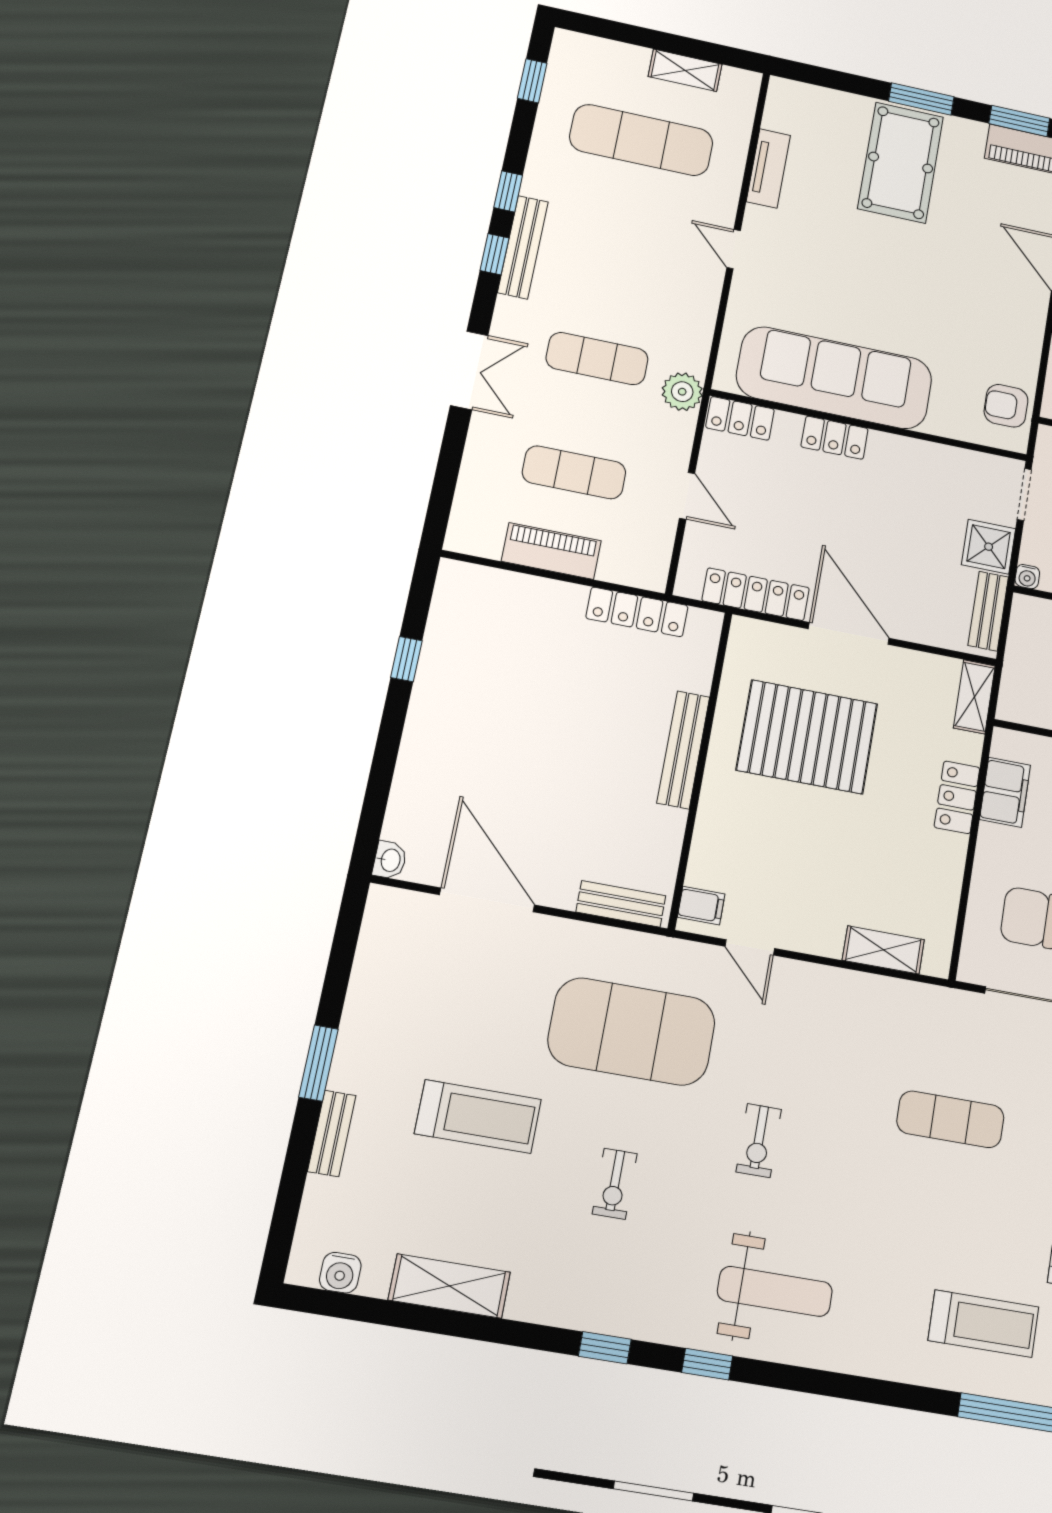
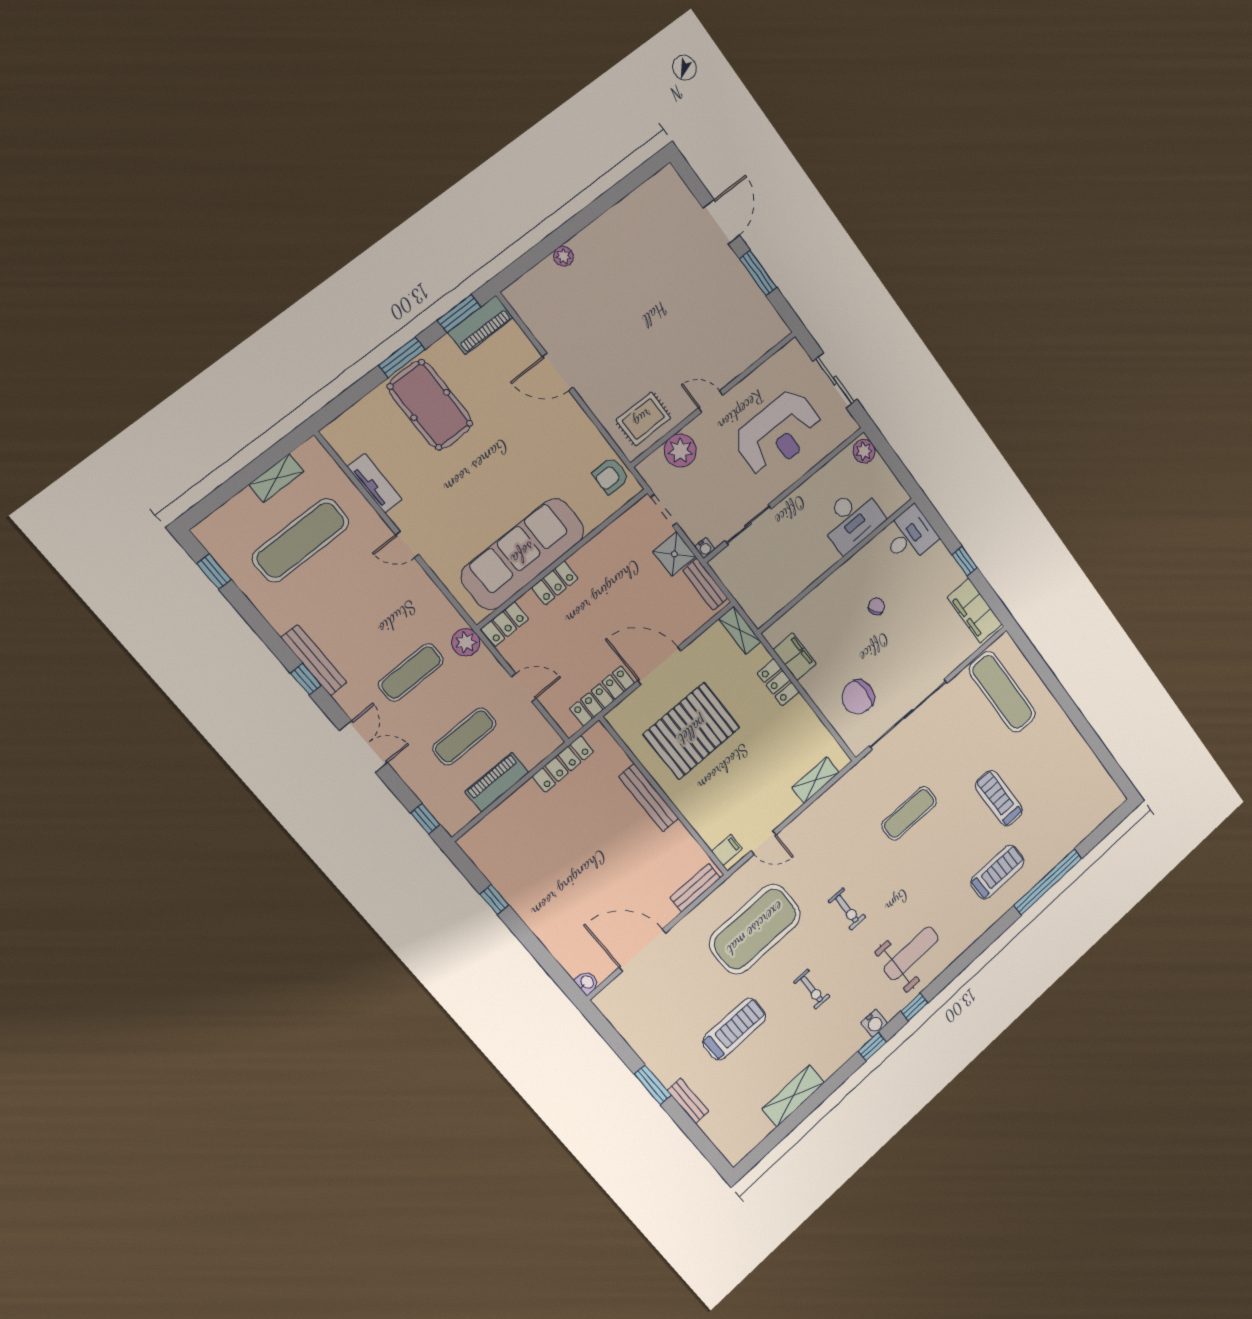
window: (508, 191) -> (425, 819), moved
water cooler: (340, 1273) -> (874, 1023), moved

